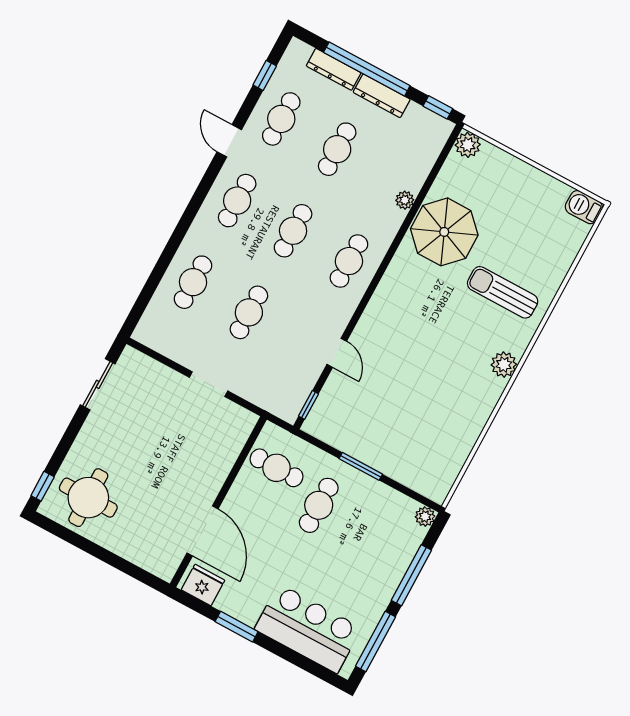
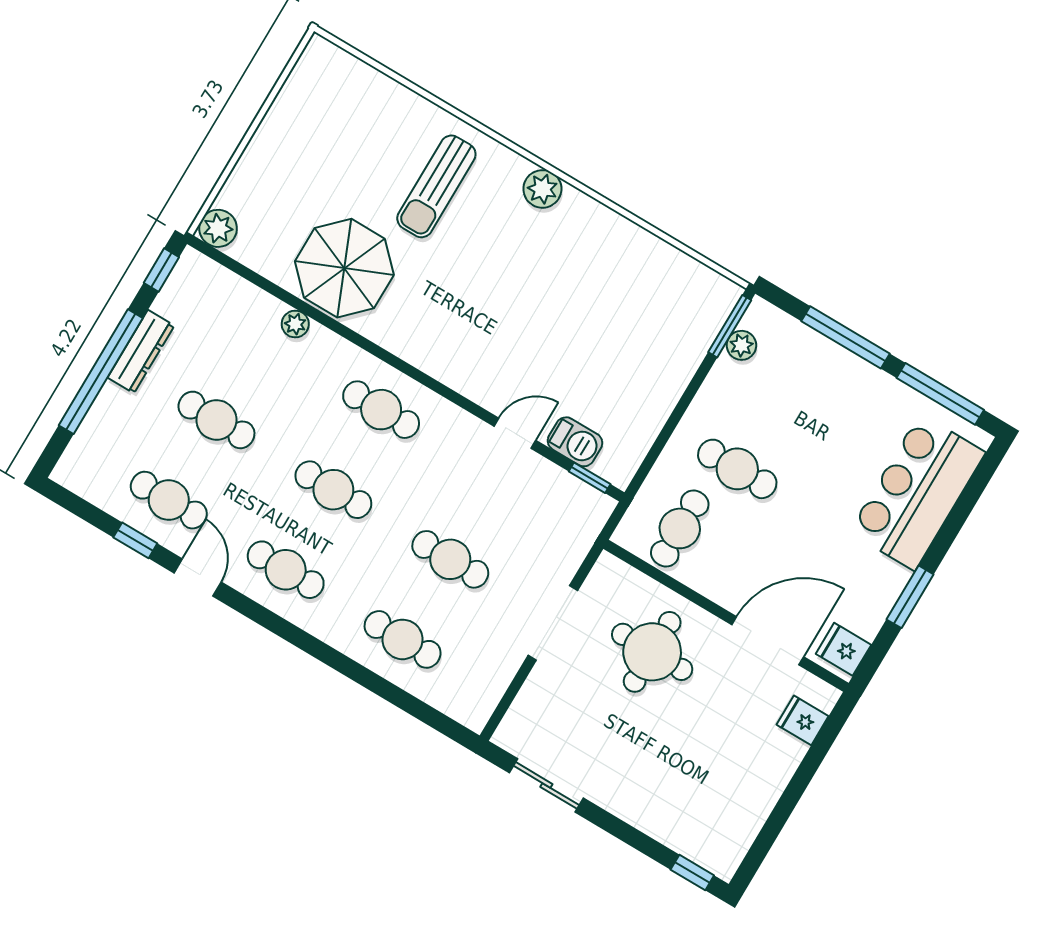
dresser: (334, 69) -> (99, 420), removed
window: (265, 75) -> (135, 540), moved
door: (229, 141) -> (198, 577), swing flipped
barbecue: (584, 207) -> (575, 442), moved, turned -90
doorway: (209, 384) -> (553, 623), width x1.38
window: (361, 466) -> (730, 326), moved
round table: (88, 498) -> (652, 652), moved
plant: (425, 517) -> (741, 345), moved
fridge: (149, 557) -> (803, 720), added
fridge: (203, 585) -> (843, 649), width x0.72

